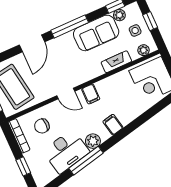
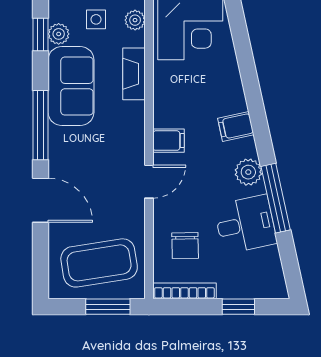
desk: (66, 151) -> (245, 224), width x0.73

